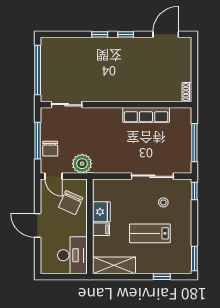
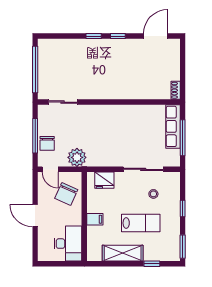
row of seats: (146, 115) -> (173, 126), moved, turned 90
window: (194, 191) -> (183, 209), moved
fridge: (101, 212) -> (104, 180), moved, turned 90
lab bench: (150, 233) -> (141, 223), turned 180
shelving: (114, 265) -> (123, 253), moved

